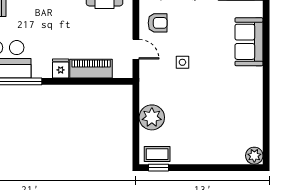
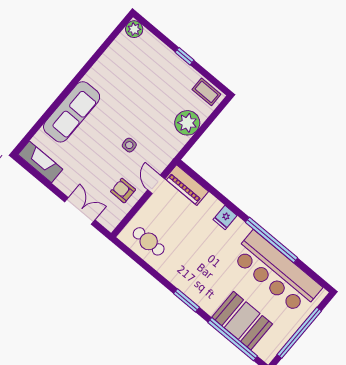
sofa: (249, 42) -> (72, 112), width x1.36
piano: (91, 69) -> (187, 185), moved
window: (159, 168) -> (185, 56), moved

